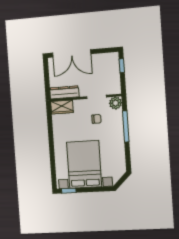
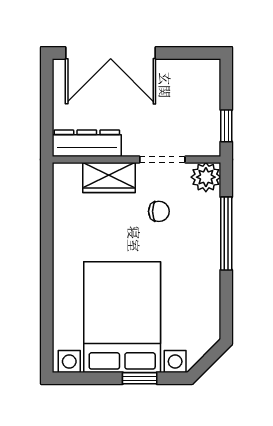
window: (122, 66) -> (226, 126), moved
wardrobe: (62, 107) -> (109, 177), moved
window: (69, 191) -> (140, 378), moved

